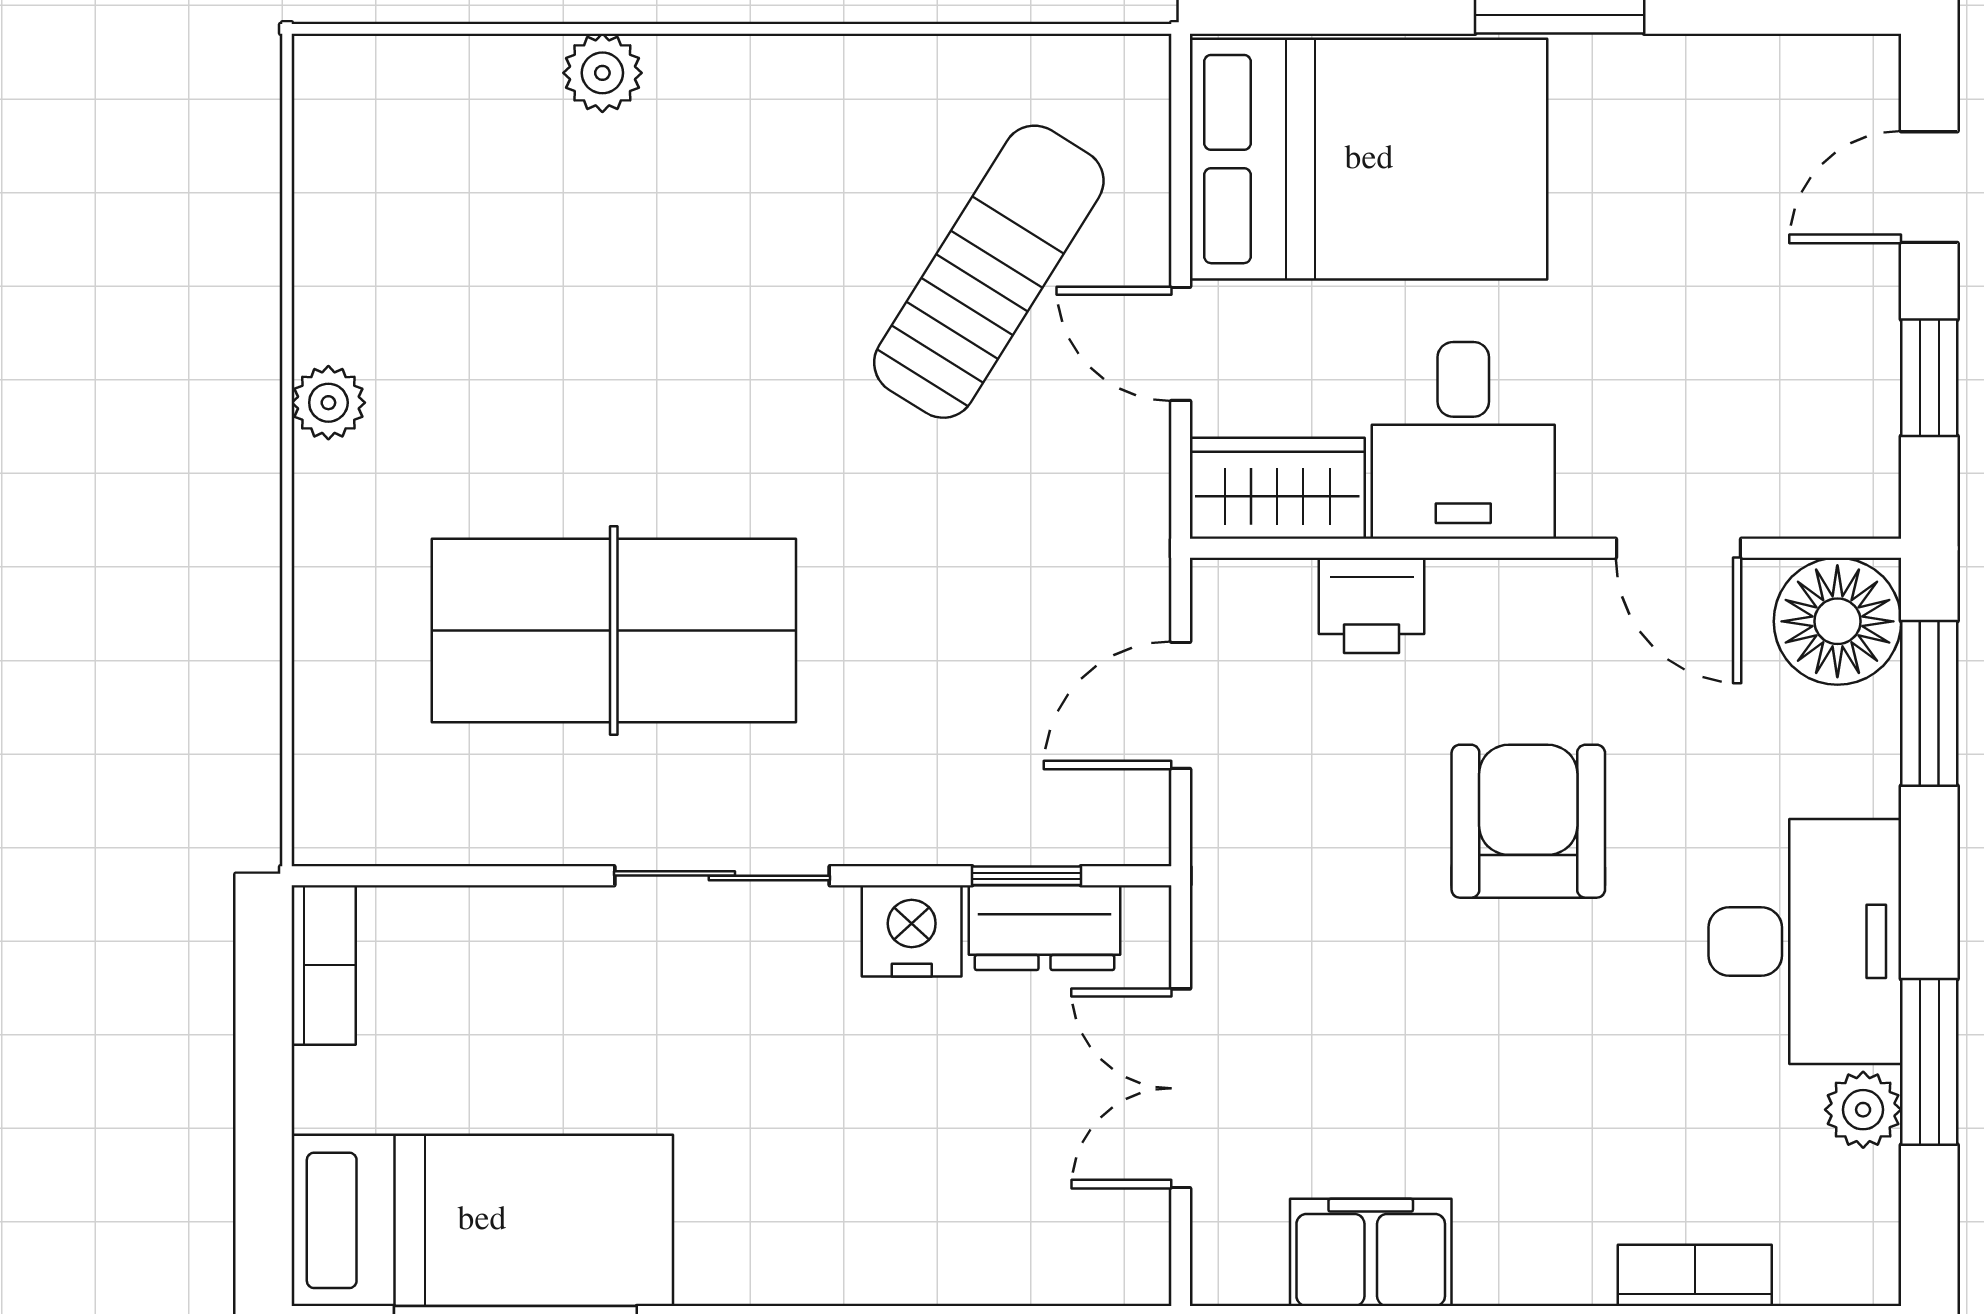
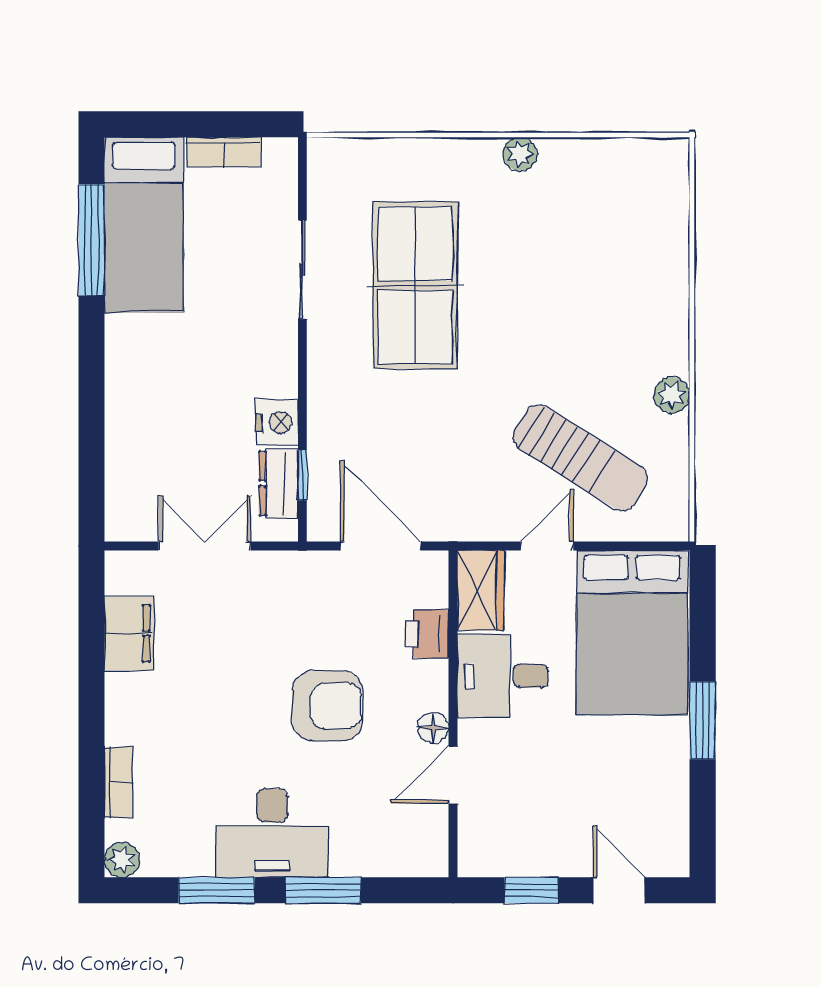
plant: (602, 73) -> (672, 395), moved
floor lamp: (1837, 621) -> (433, 728), moved, width x0.53, depth x0.53
window: (1929, 703) -> (323, 890), moved
door: (1181, 705) -> (381, 546), width x1.38
sliding door: (722, 876) -> (302, 270), moved
bookcase: (324, 965) -> (224, 152), moved
plant: (1863, 1110) -> (122, 860), moved

